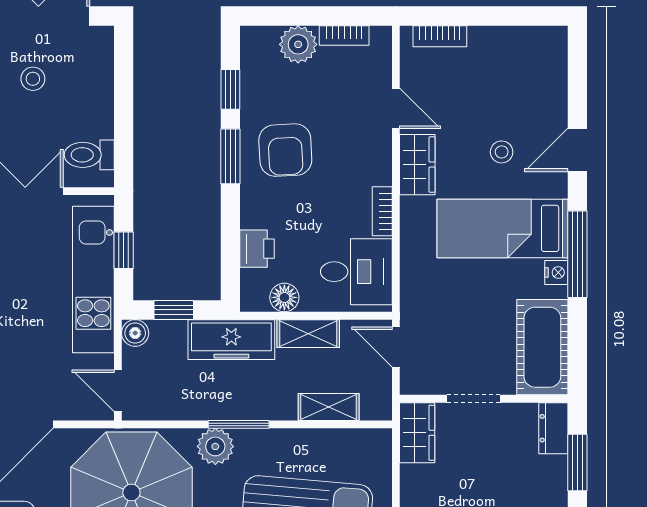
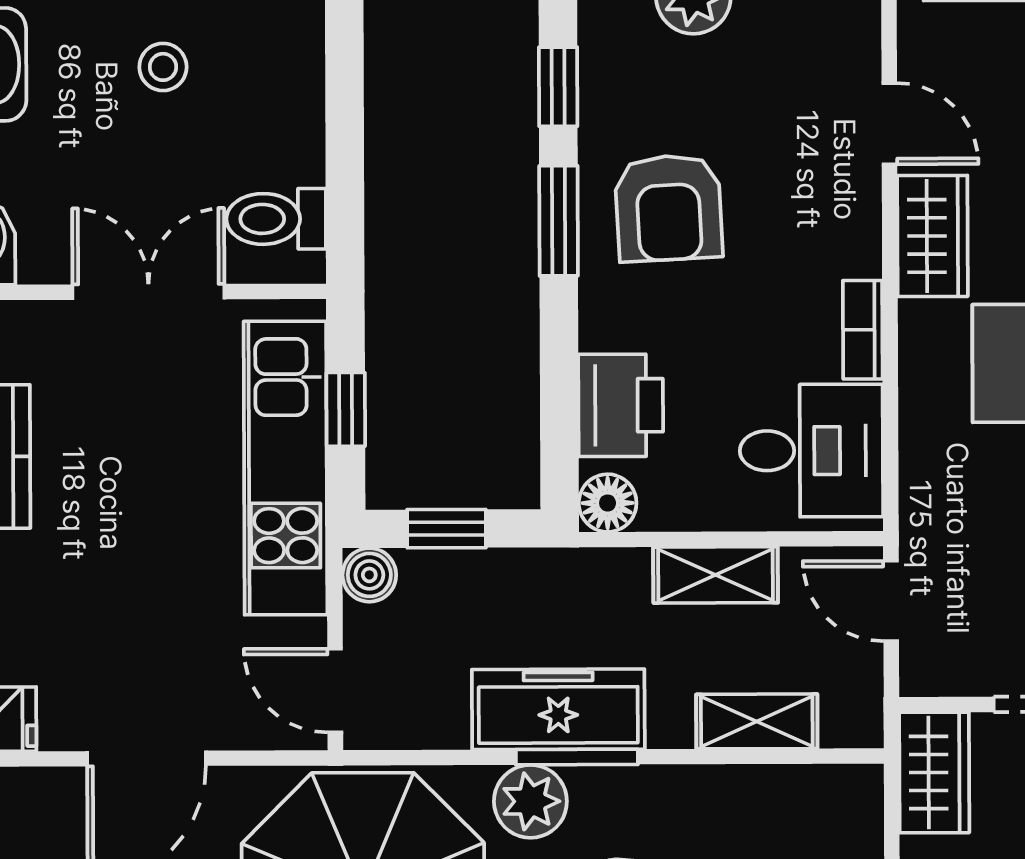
printer: (257, 249) -> (621, 405), width x1.36, depth x1.24
floor lamp: (284, 297) -> (608, 503), moved
freezer: (231, 340) -> (558, 709), moved, turned 180

